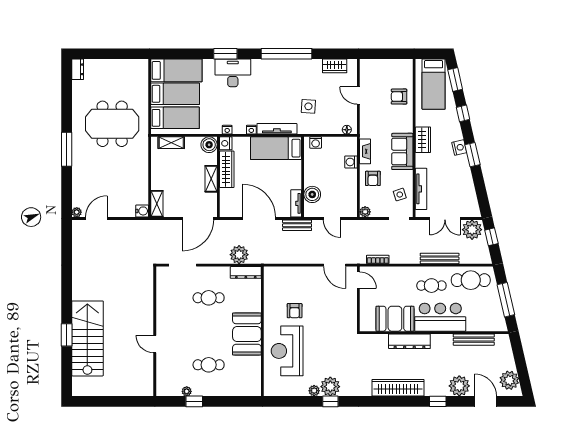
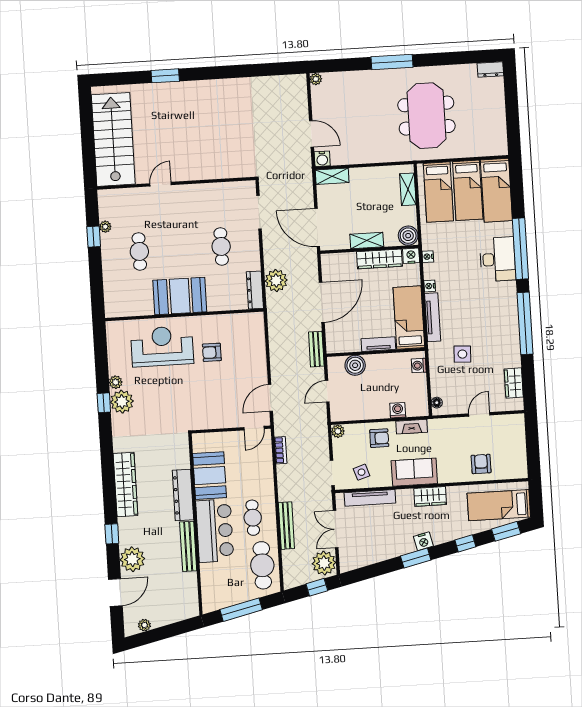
window: (225, 54) -> (520, 249), width x2.11
armchair: (373, 178) -> (379, 438), turned 180
tv unit: (296, 203) -> (378, 344), moved
door: (96, 218) -> (311, 134), moved
stairs: (87, 338) -> (113, 139), moved, turned -90
bench: (474, 340) -> (188, 546), moved
plant: (509, 380) -> (144, 625), width x0.53, depth x0.53

